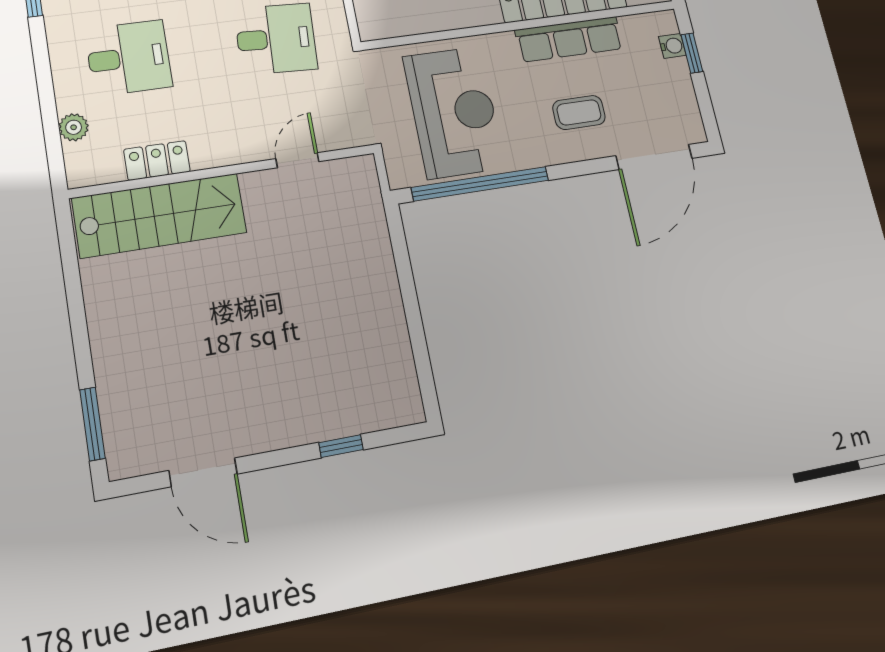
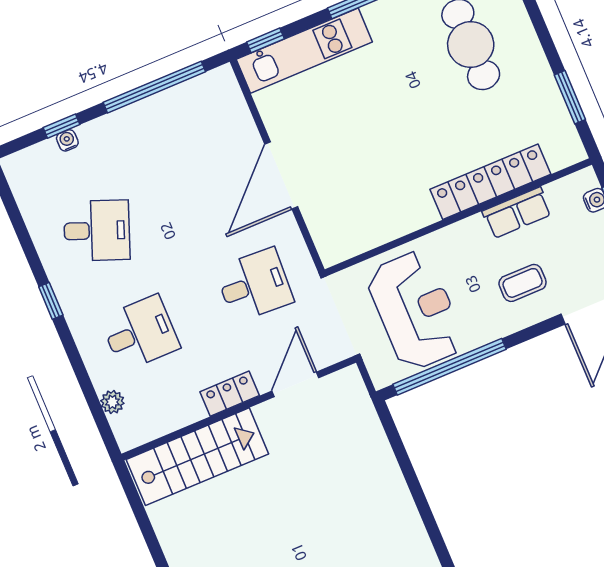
row of seats: (569, 39) -> (517, 213), width x0.68
locker: (157, 160) -> (230, 394), moved
door: (297, 160) -> (295, 384), width x1.38

